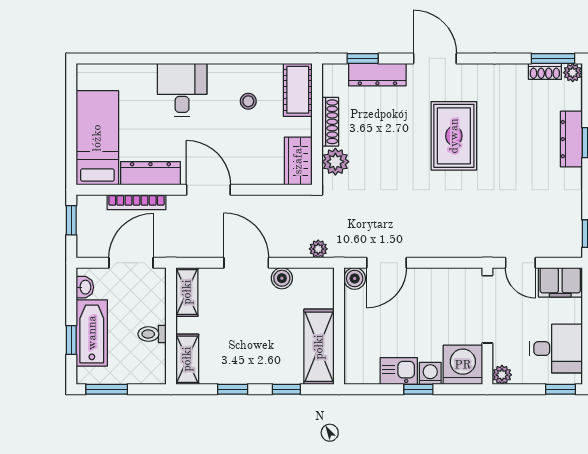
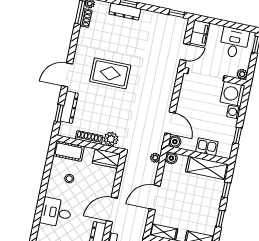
boiler: (282, 278) -> (171, 158), moved
kitchen sink: (399, 371) -> (207, 147), moved, turned 90
window: (418, 389) -> (237, 136), moved

